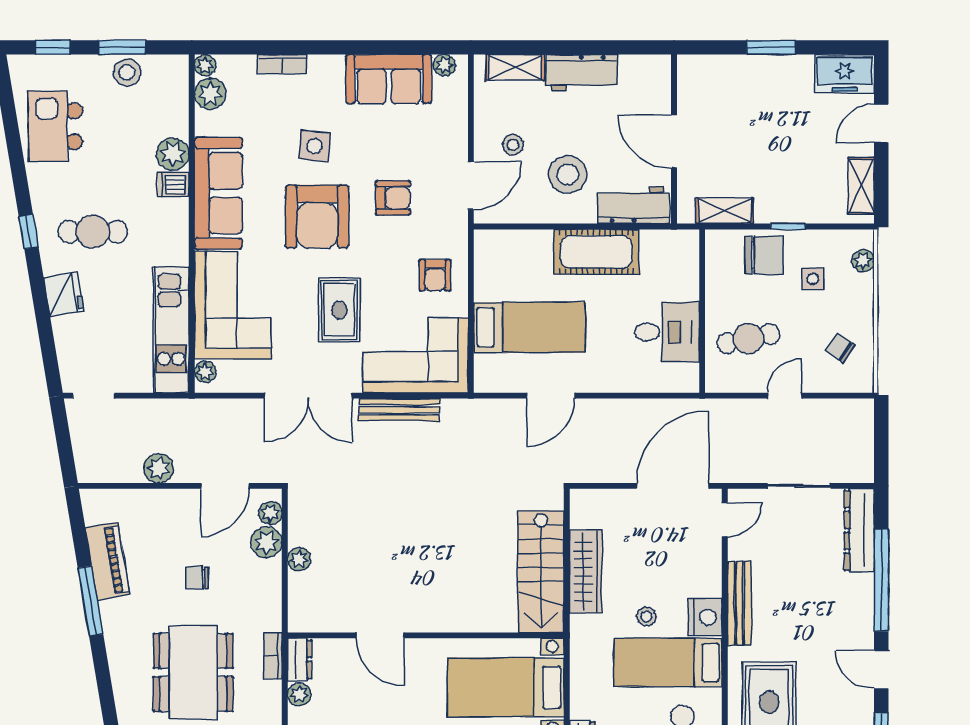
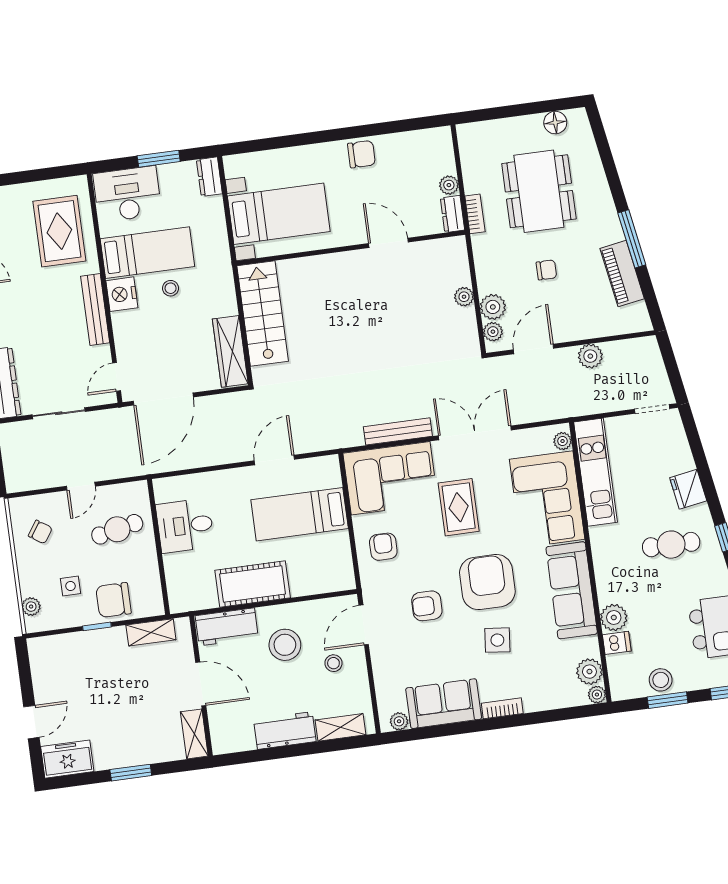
bookcase: (282, 64) -> (502, 708), moved
dishwasher: (173, 185) -> (617, 643), moved
shelving: (861, 186) -> (194, 734), moved
wardrobe: (586, 571) -> (230, 351), moved

